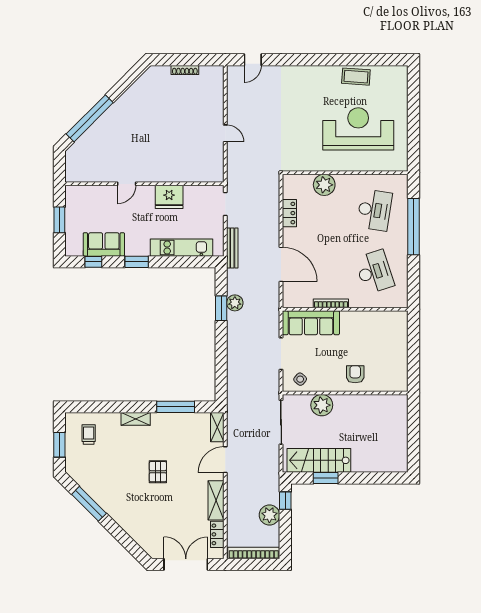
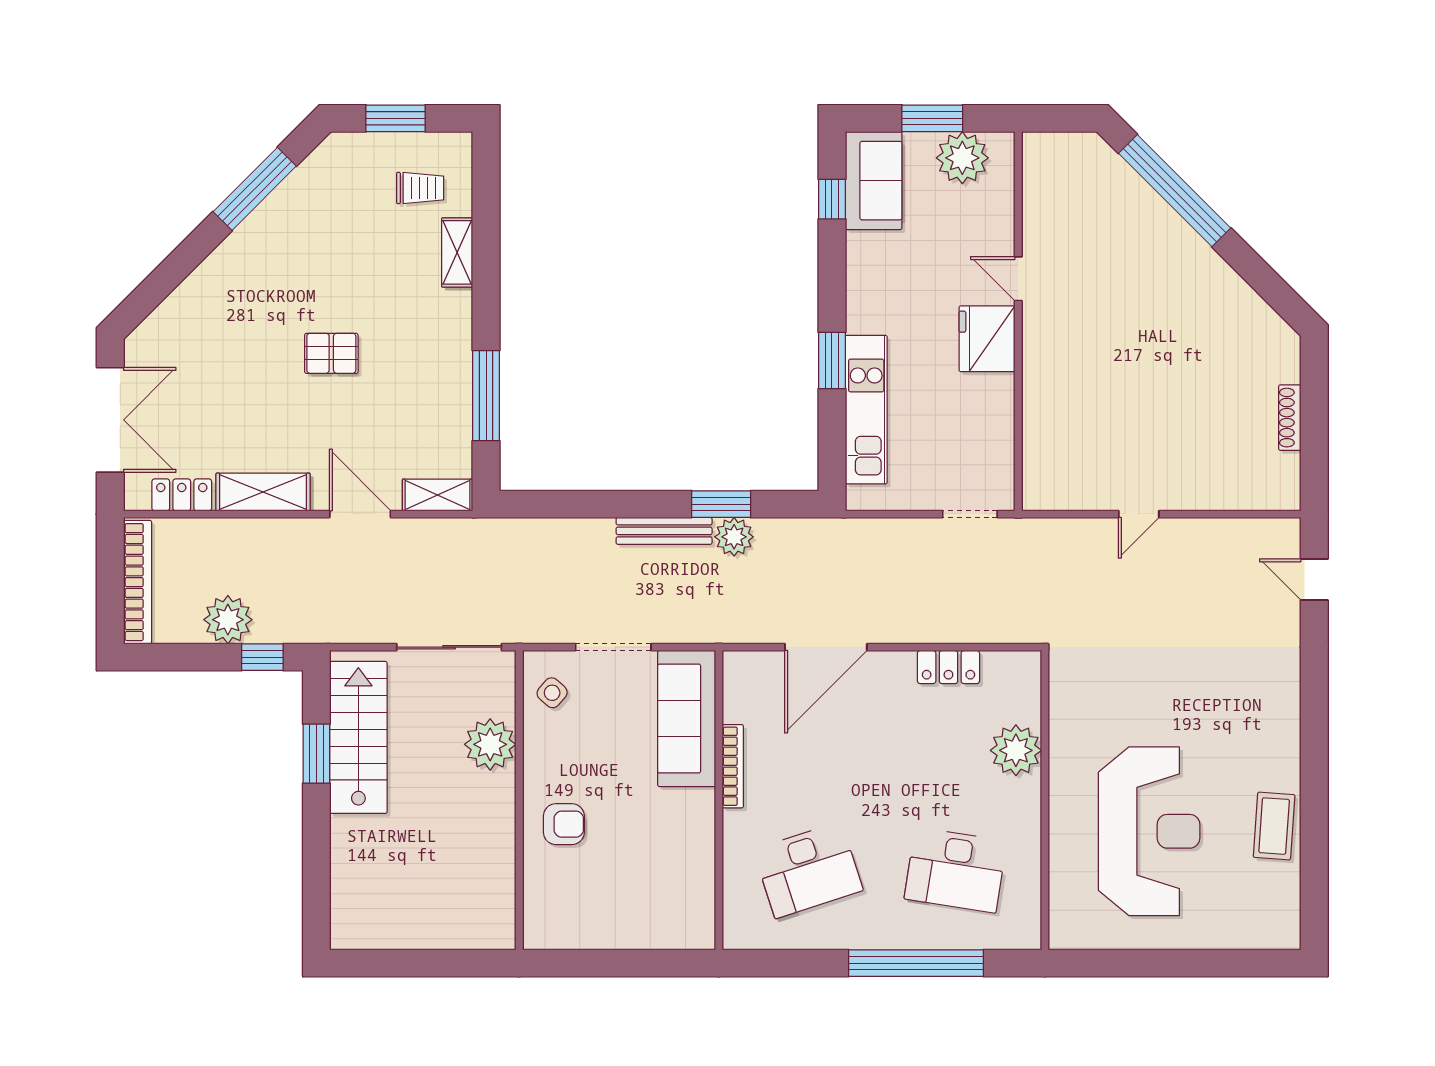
fridge: (169, 197) -> (987, 339), moved
plant: (76, 207) -> (962, 158), added
sofa: (104, 244) -> (874, 181), moved
bench: (232, 248) -> (664, 531), moved
window: (137, 262) -> (832, 360), moved
shelving: (136, 419) -> (457, 252), moved

